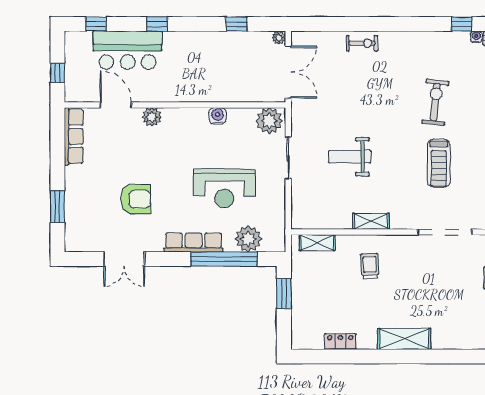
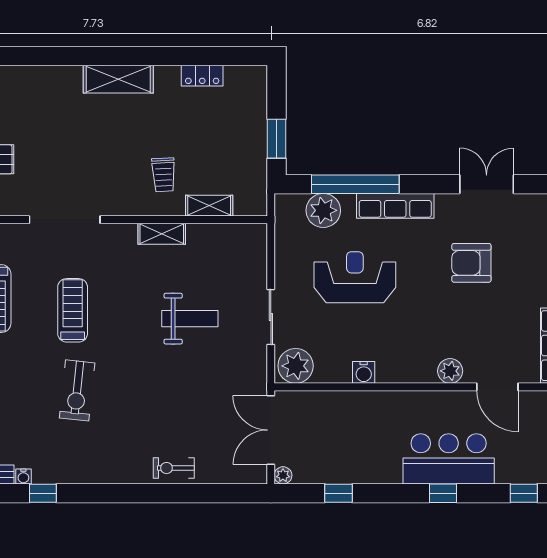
bar counter: (128, 50) -> (449, 459), moved
shelving: (317, 243) -> (209, 206), moved

